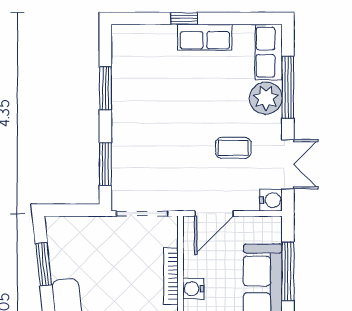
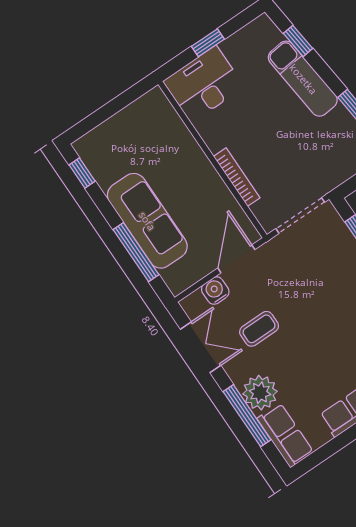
double door: (288, 164) -> (201, 347), swing flipped
water cooler: (271, 200) -> (215, 291), moved, turned 90
water cooler: (193, 289) -> (209, 180), removed

